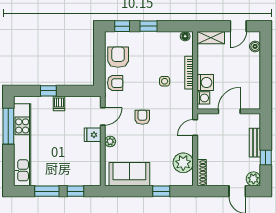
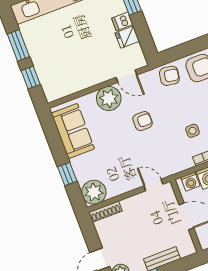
armchair: (115, 83) -> (169, 76), turned -81
fridge: (93, 135) -> (127, 37), moved, turned -90
plant: (110, 141) -> (109, 98), width x1.87, depth x1.87
plant: (183, 163) -> (94, 192), moved

